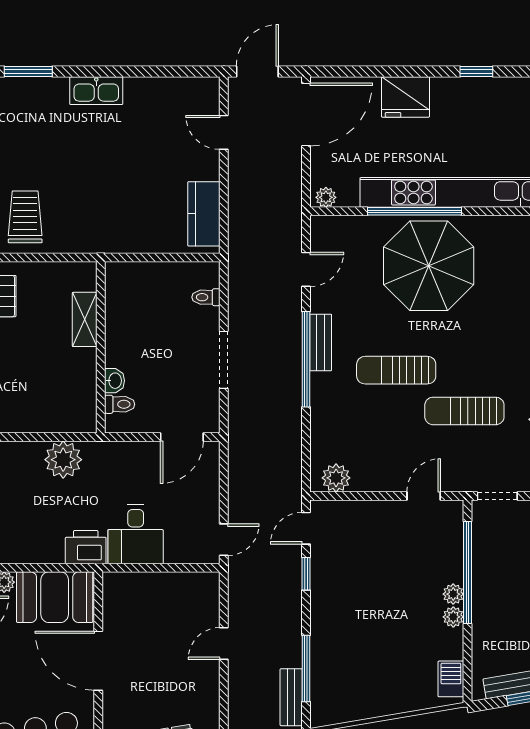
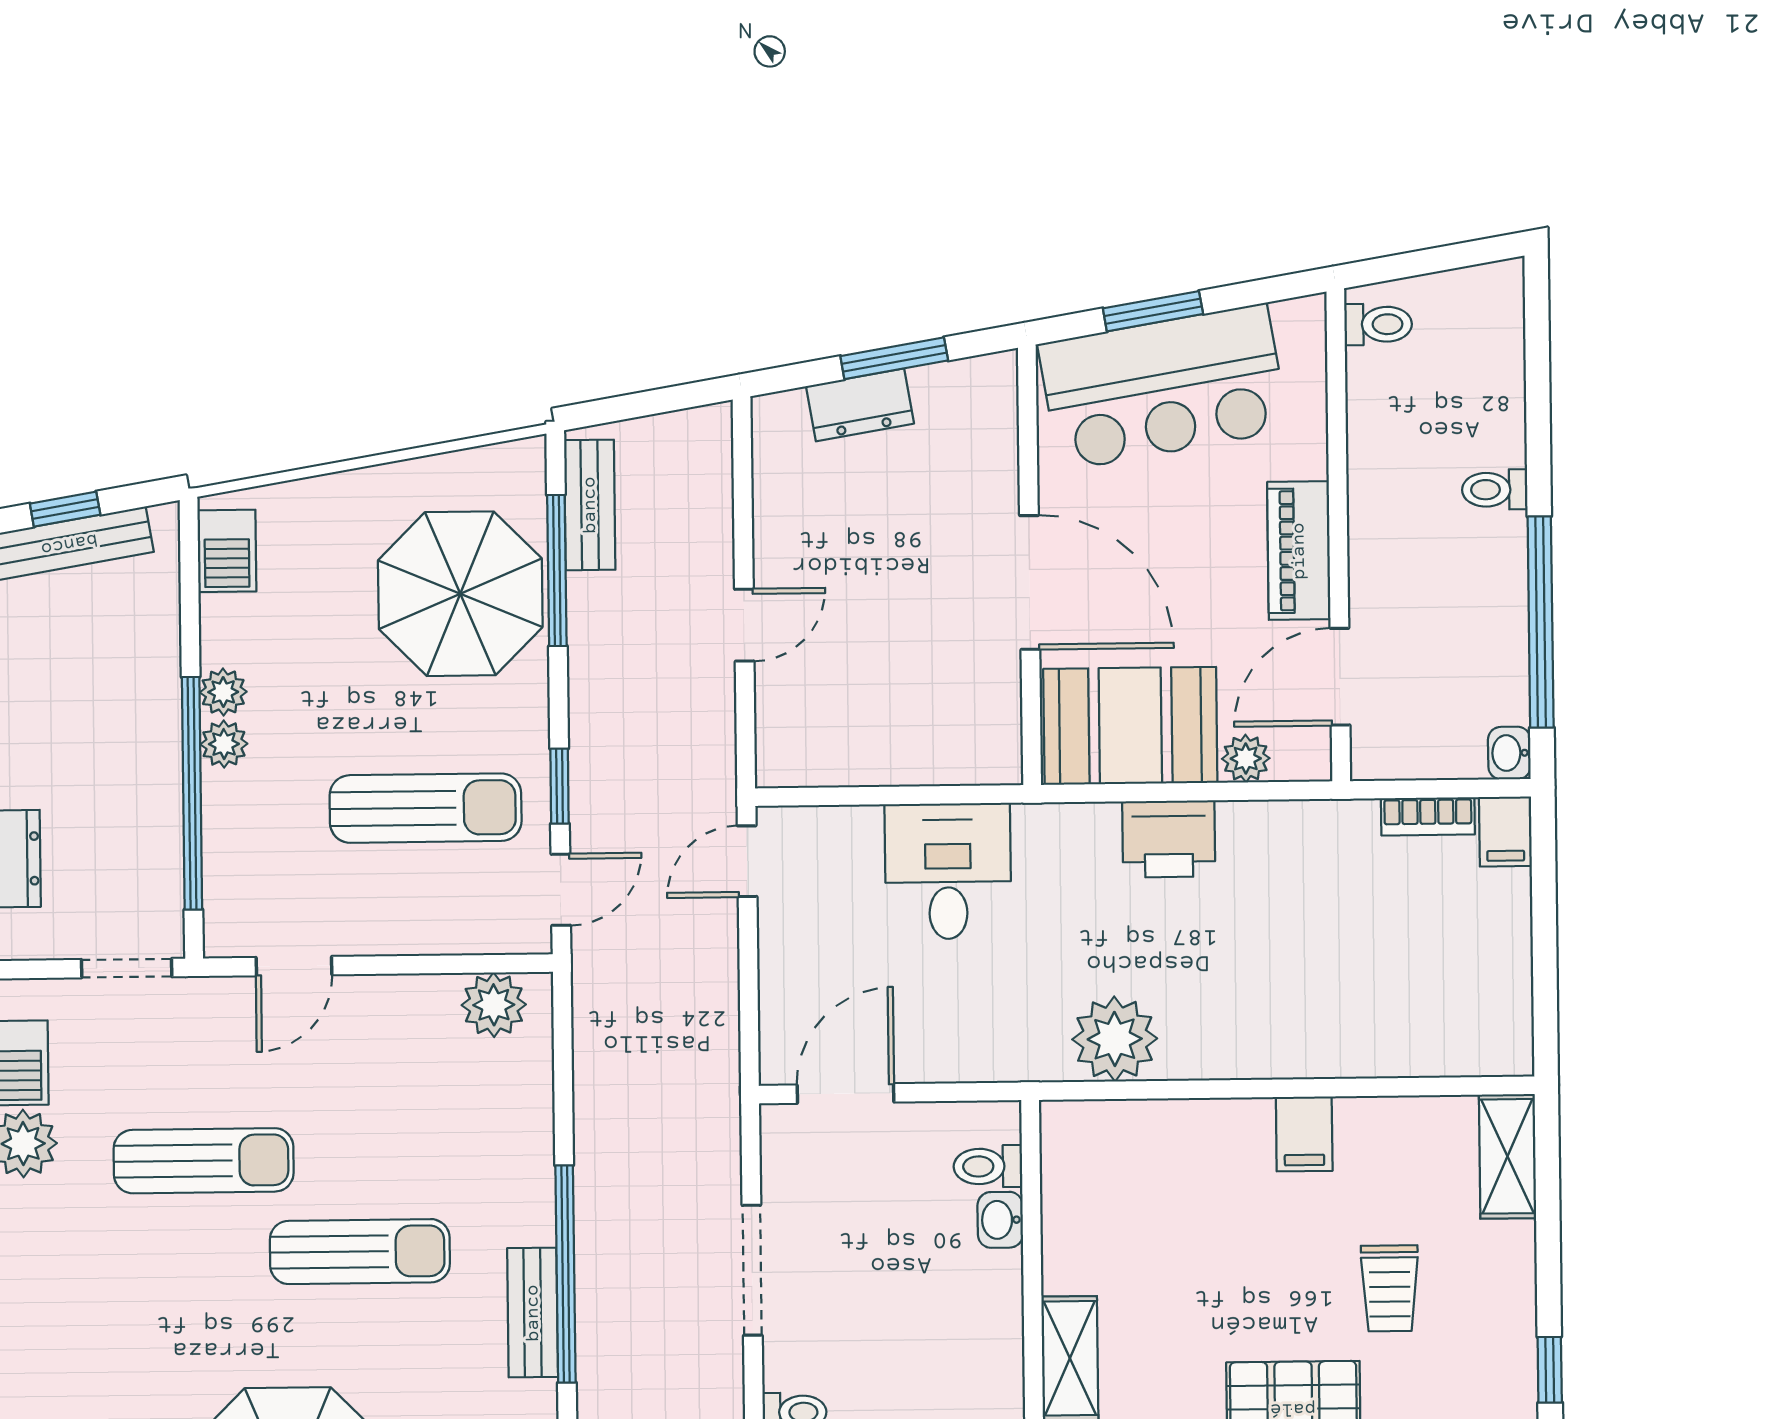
printer: (86, 547) -> (1169, 839), moved
sun lounger: (365, 565) -> (426, 808), added
parasol: (349, 659) -> (460, 594), added

